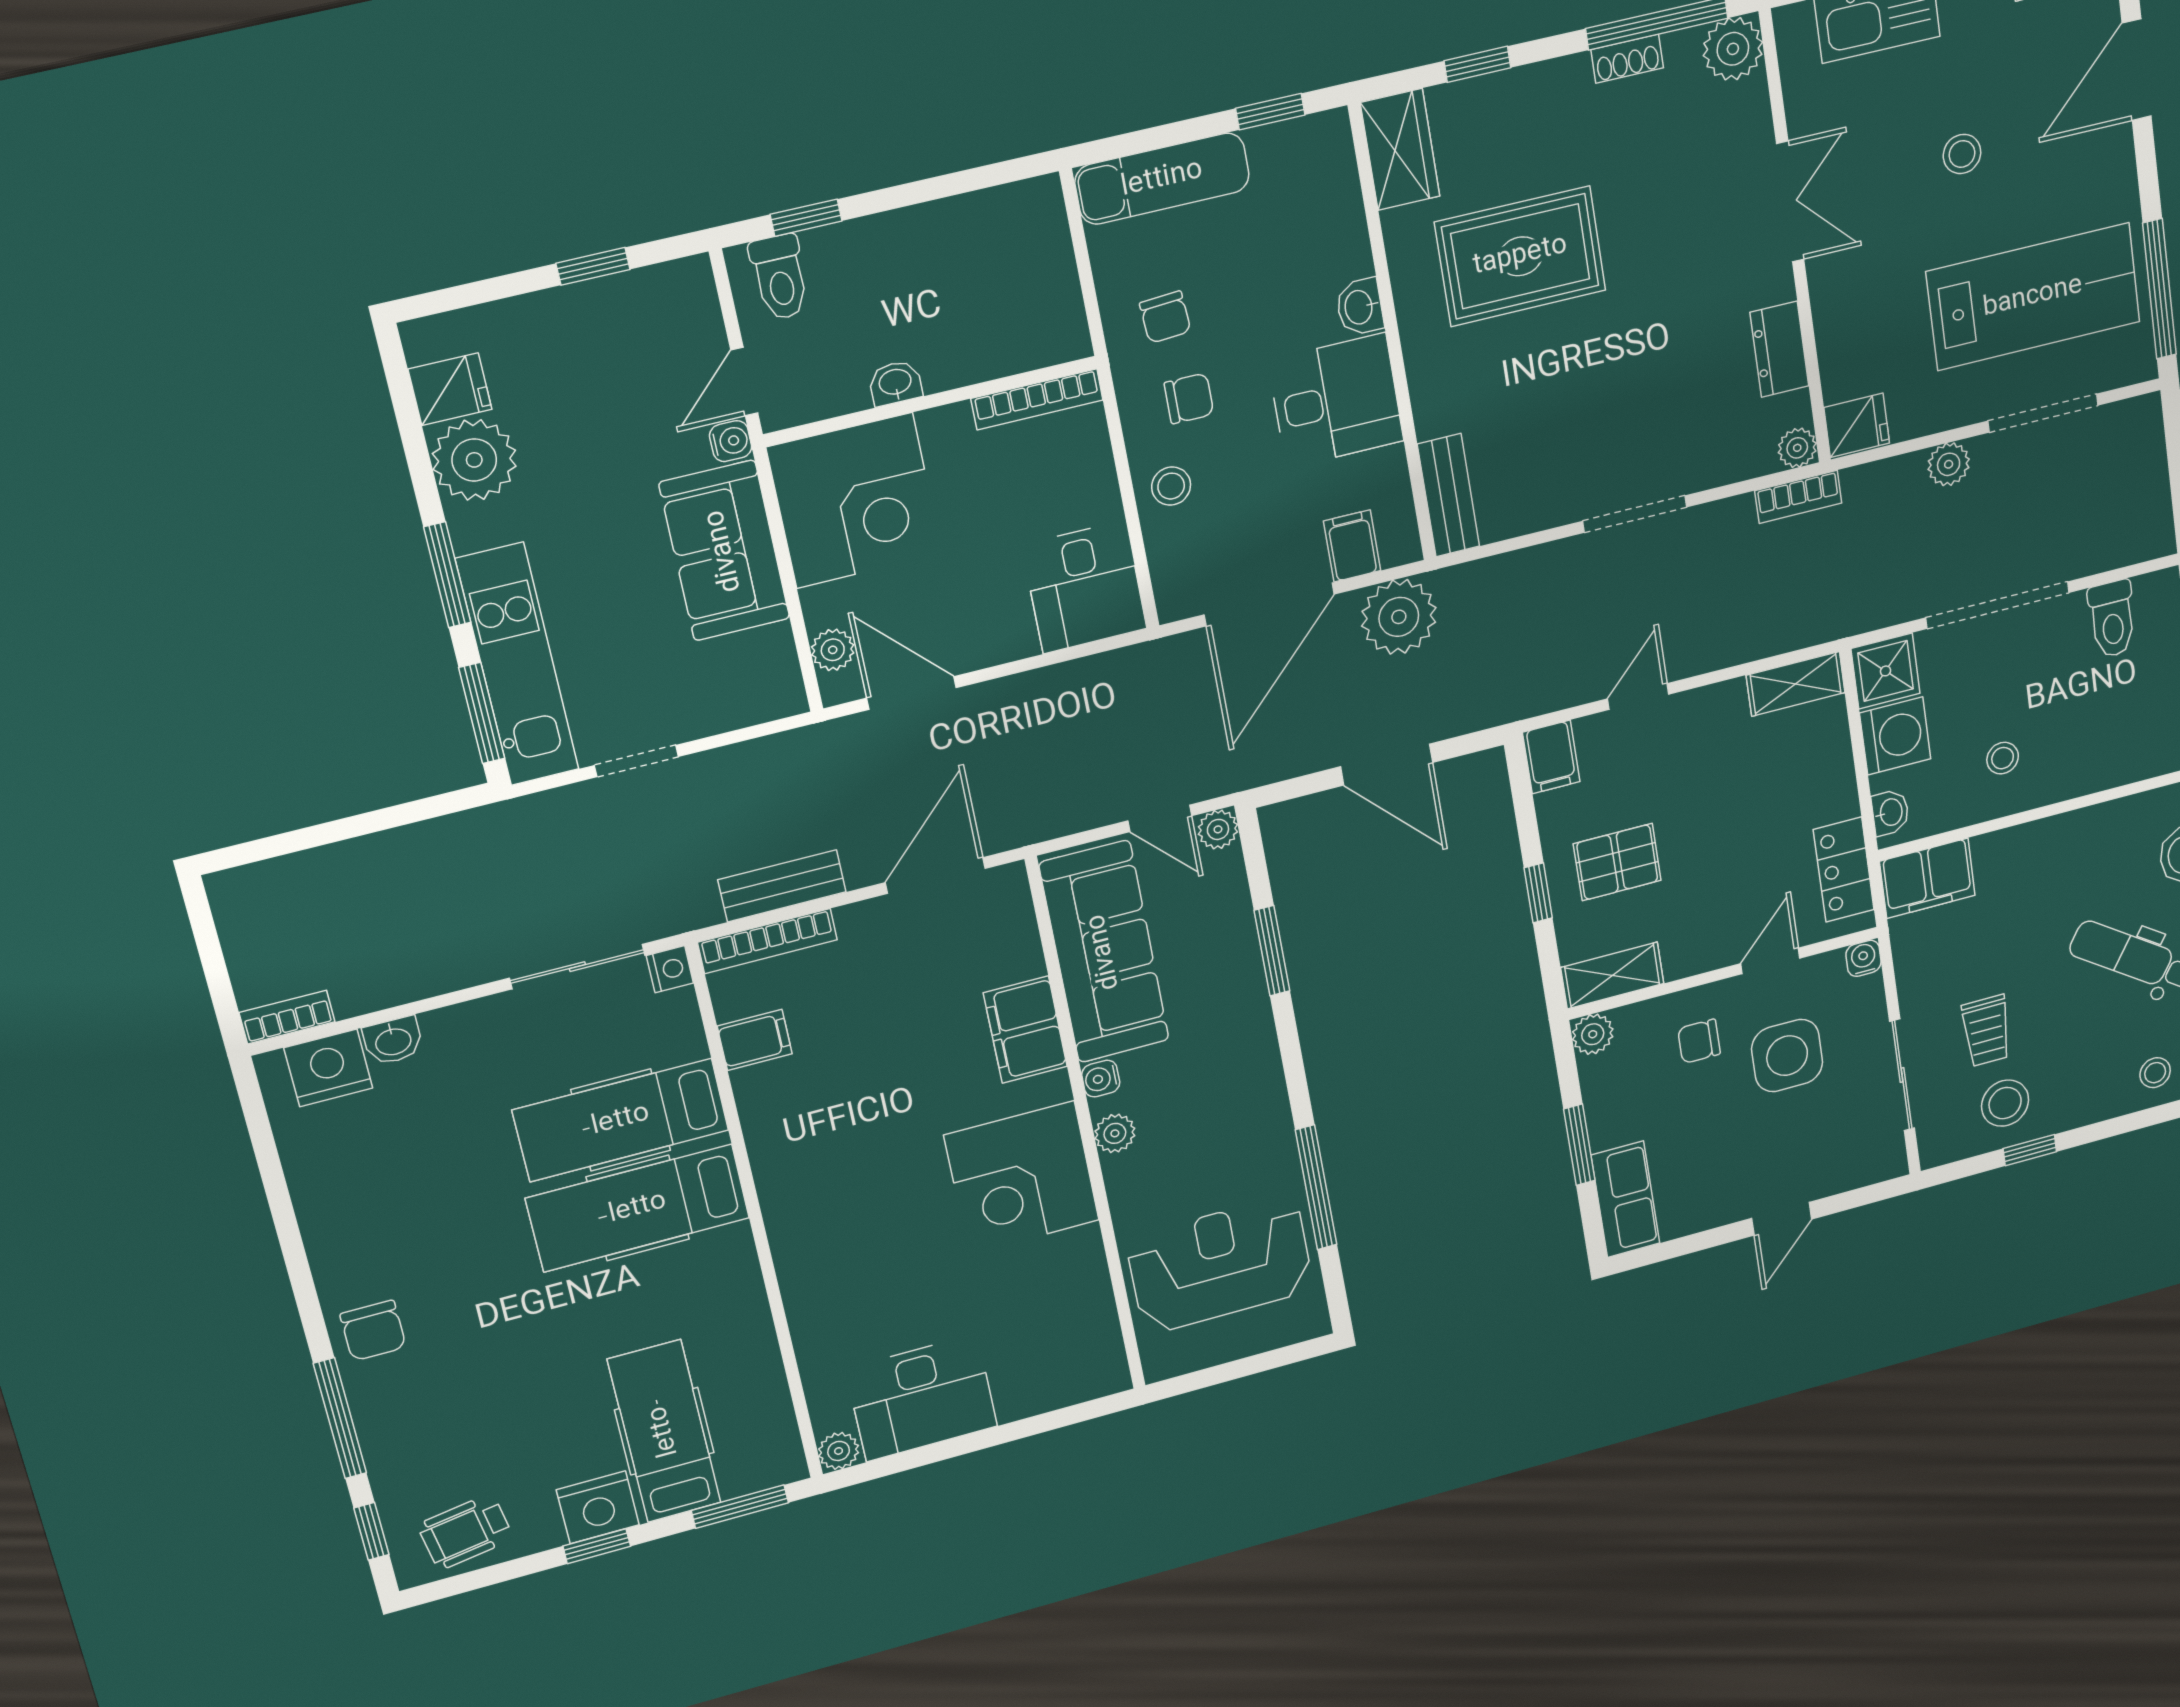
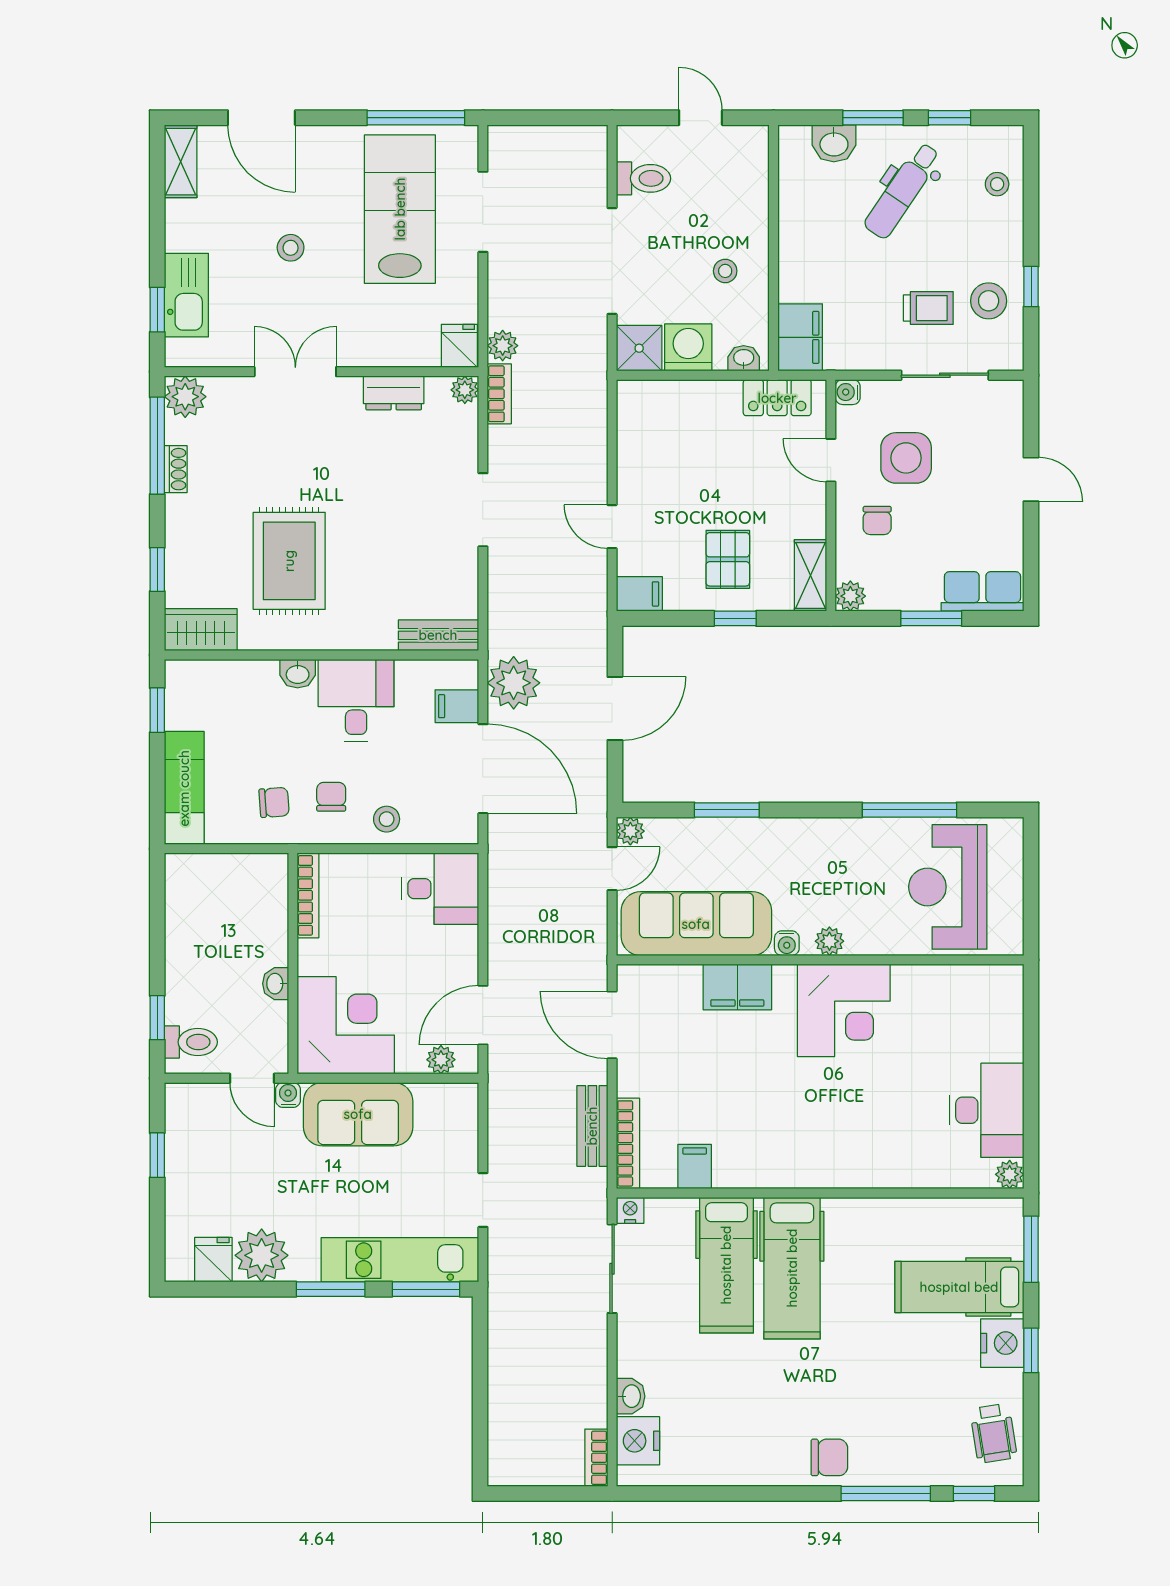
plant: (1949, 464) -> (503, 346), moved
shelving: (1796, 684) -> (632, 414), removed

